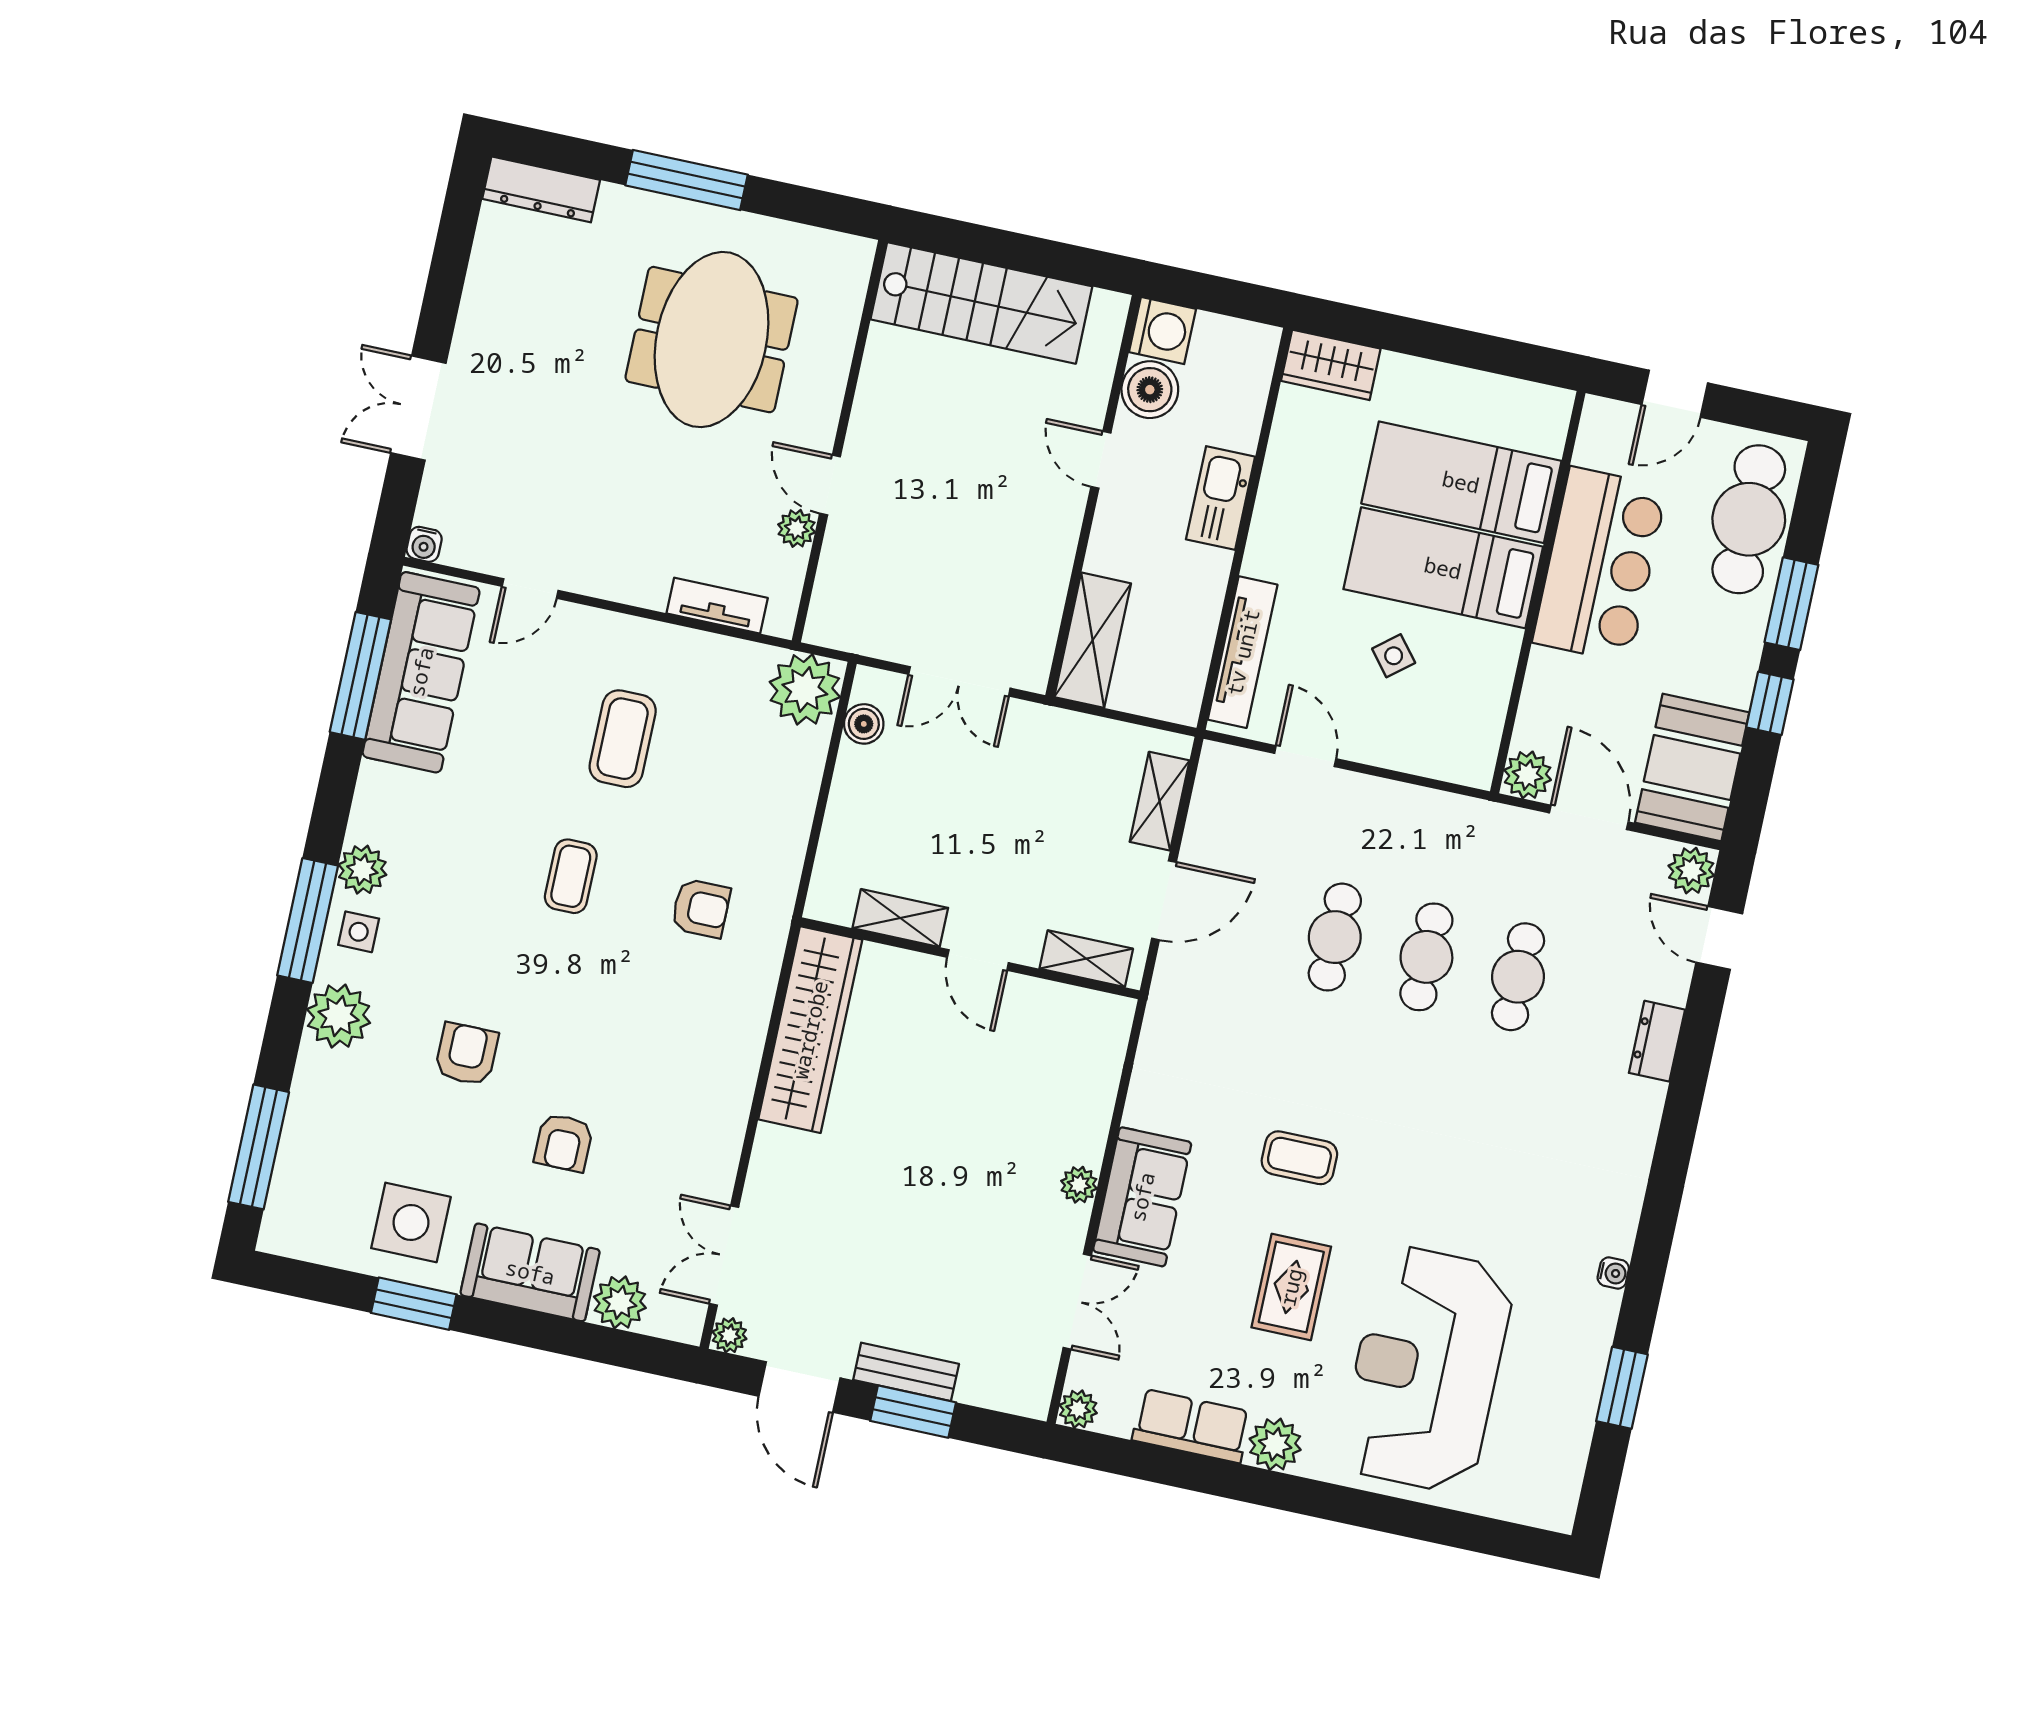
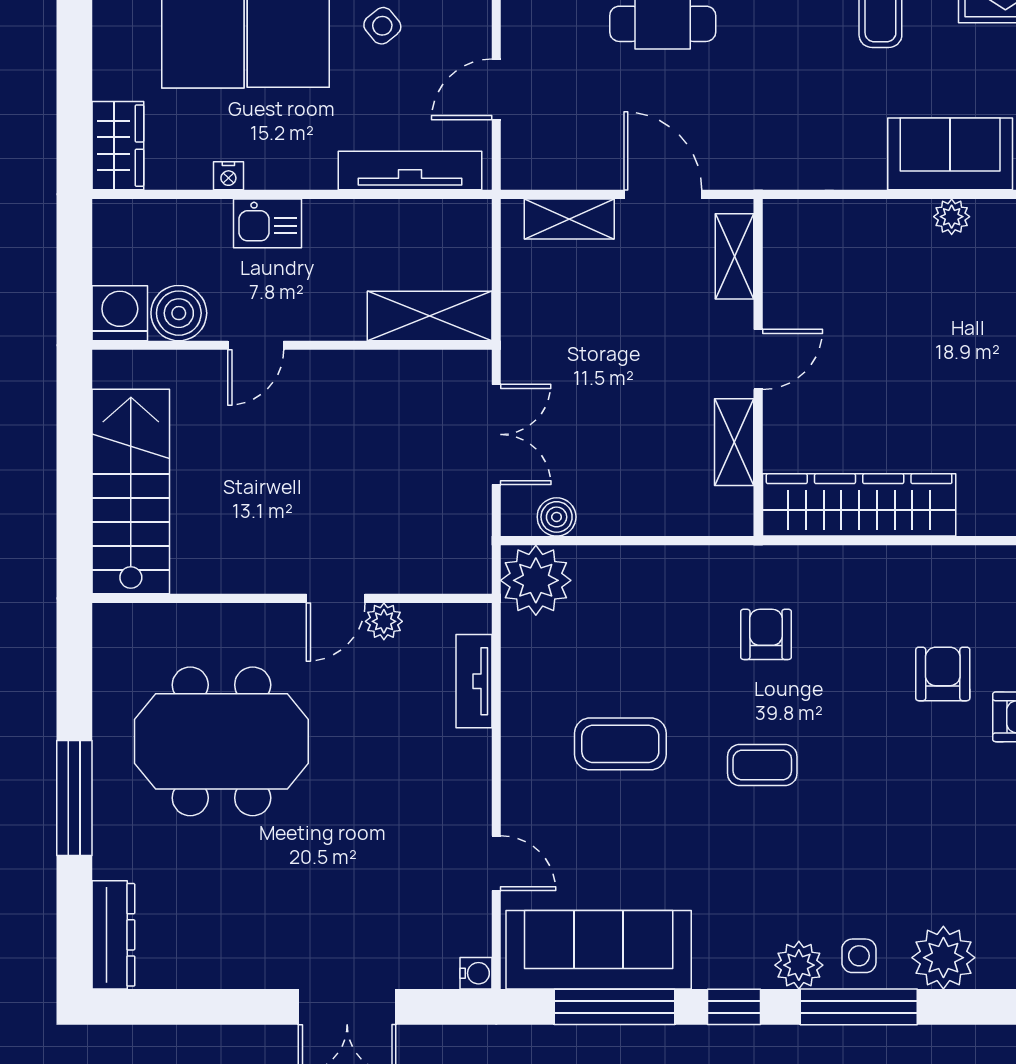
nightstand: (1277, 469) -> (228, 176), added
kitchen sink: (1221, 498) -> (268, 223), width x0.73
window: (335, 796) -> (734, 1007), added
armchair: (466, 1054) -> (943, 674), moved, turned 90

